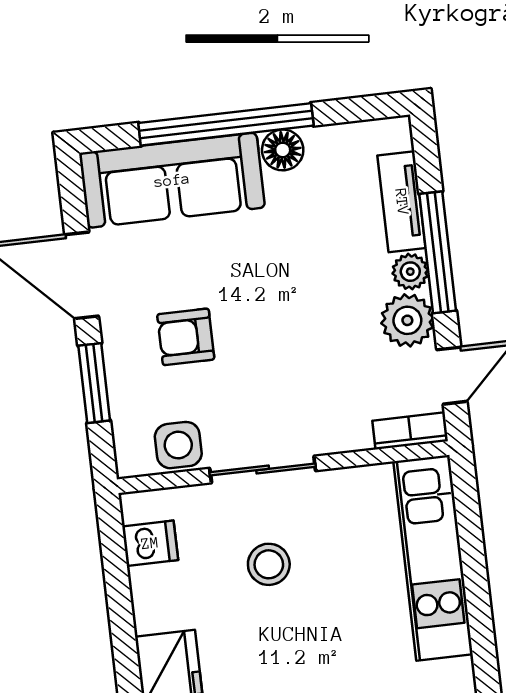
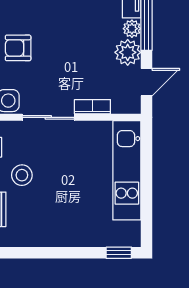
bookcase: (410, 431) -> (92, 107), moved
stool: (269, 564) -> (22, 175), moved

